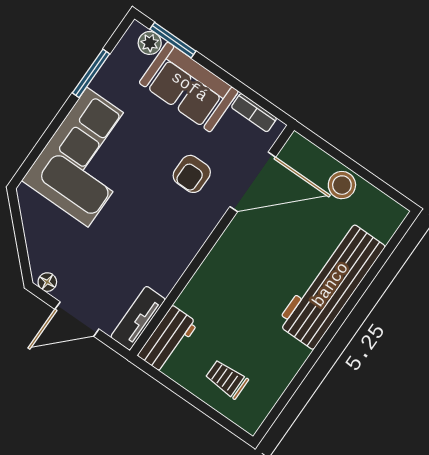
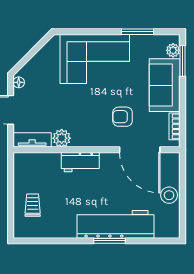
plant: (163, 277) -> (62, 138), added
window: (347, 309) -> (109, 241), added
workbench: (168, 339) -> (80, 162), moved

